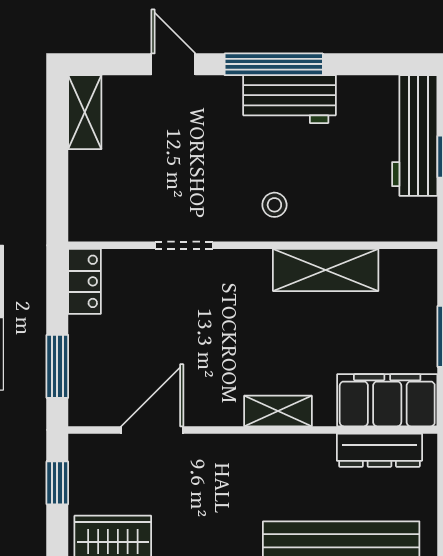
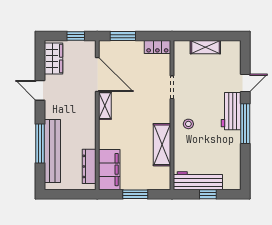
workbench: (289, 99) -> (231, 111), moved
shelving: (85, 112) -> (205, 47), moved
workbench: (415, 135) -> (198, 181), moved
shelving: (278, 411) -> (105, 106), moved
door: (152, 430) -> (97, 74), width x1.36

